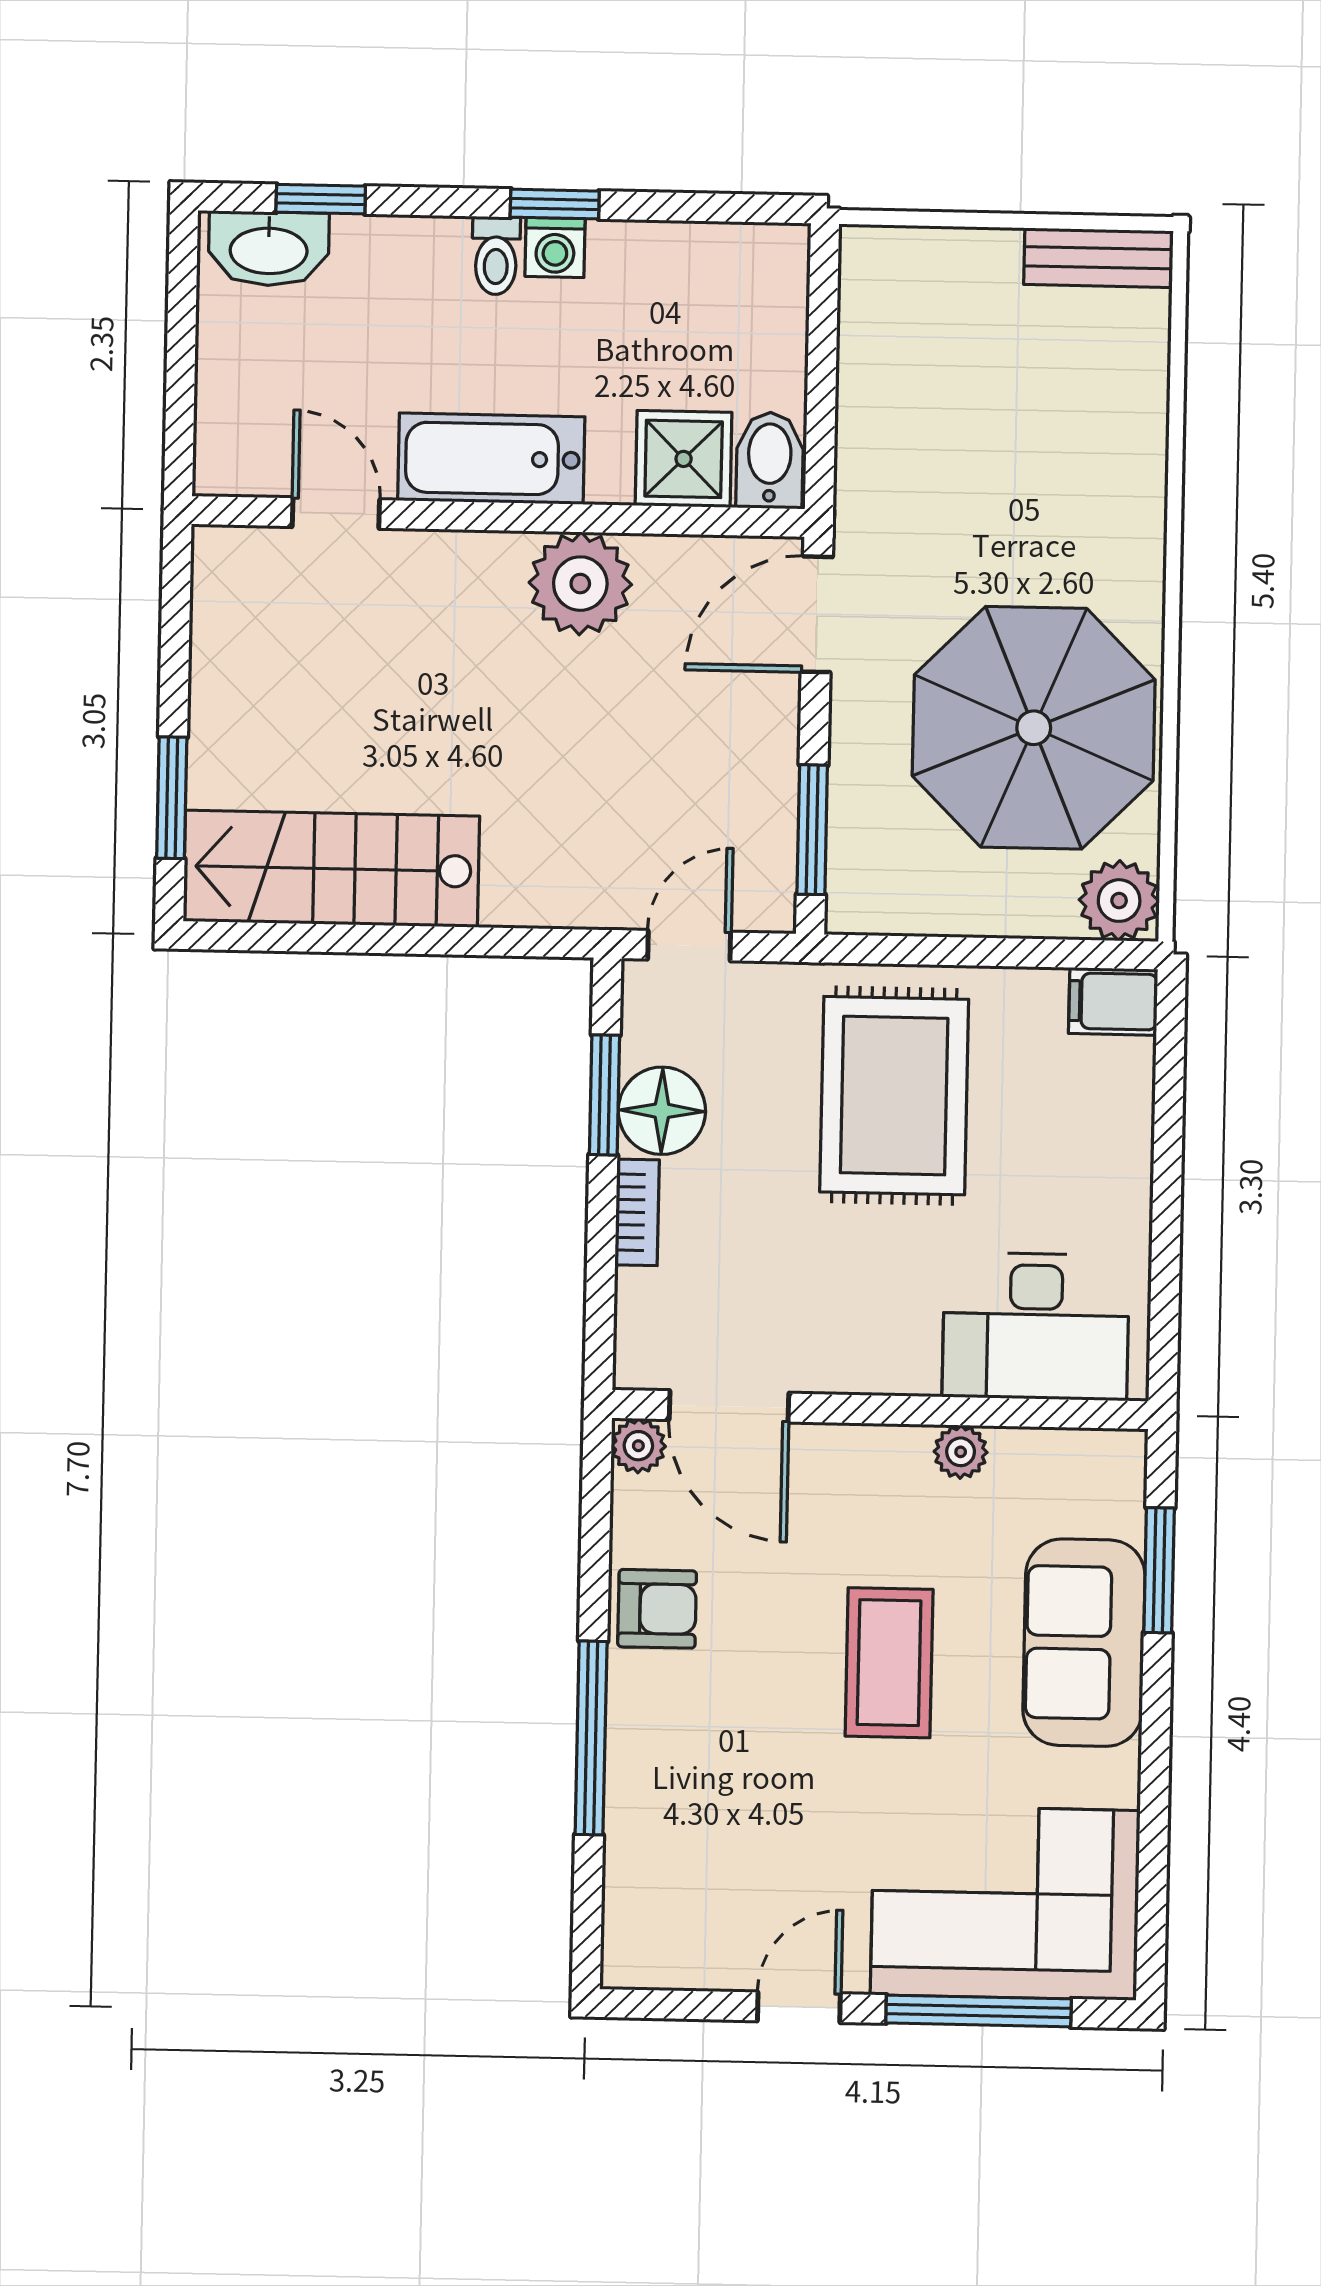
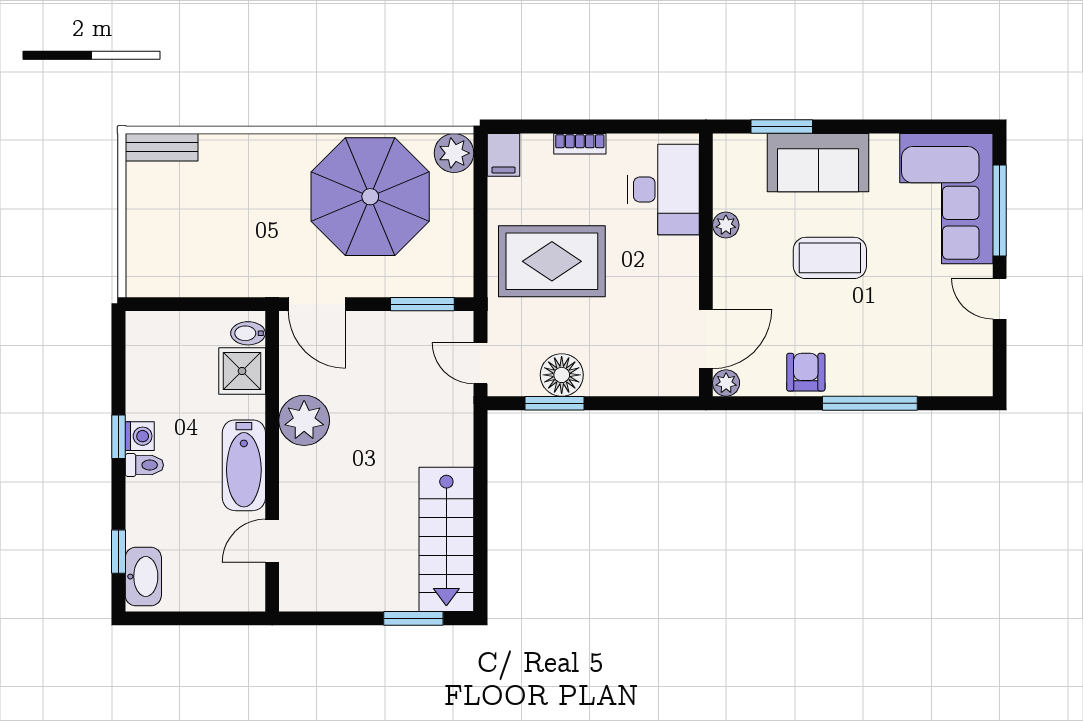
bench: (1098, 258) -> (162, 147), moved, turned 90
bidet: (770, 460) -> (248, 333), width x0.72, depth x0.74
bookcase: (637, 1212) -> (580, 144), moved, turned 180

